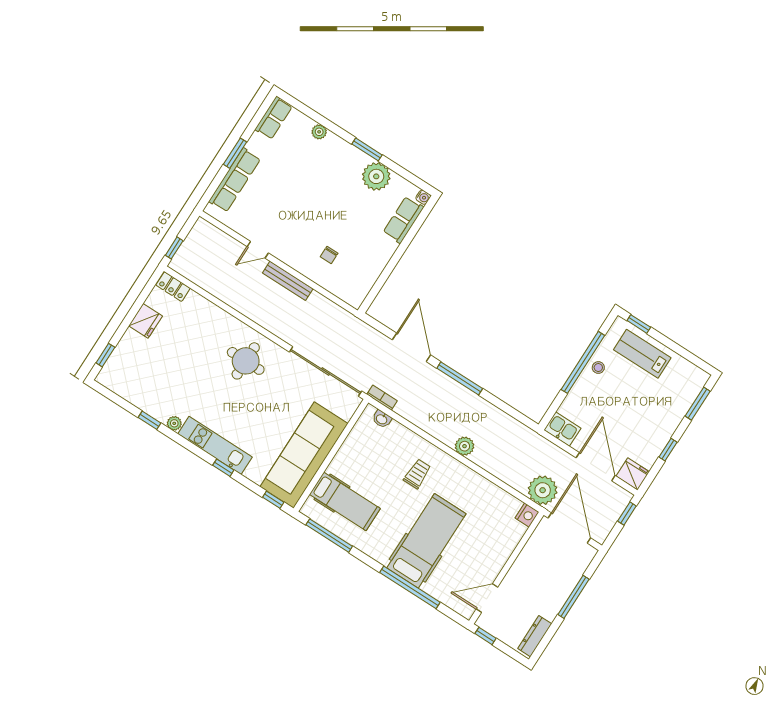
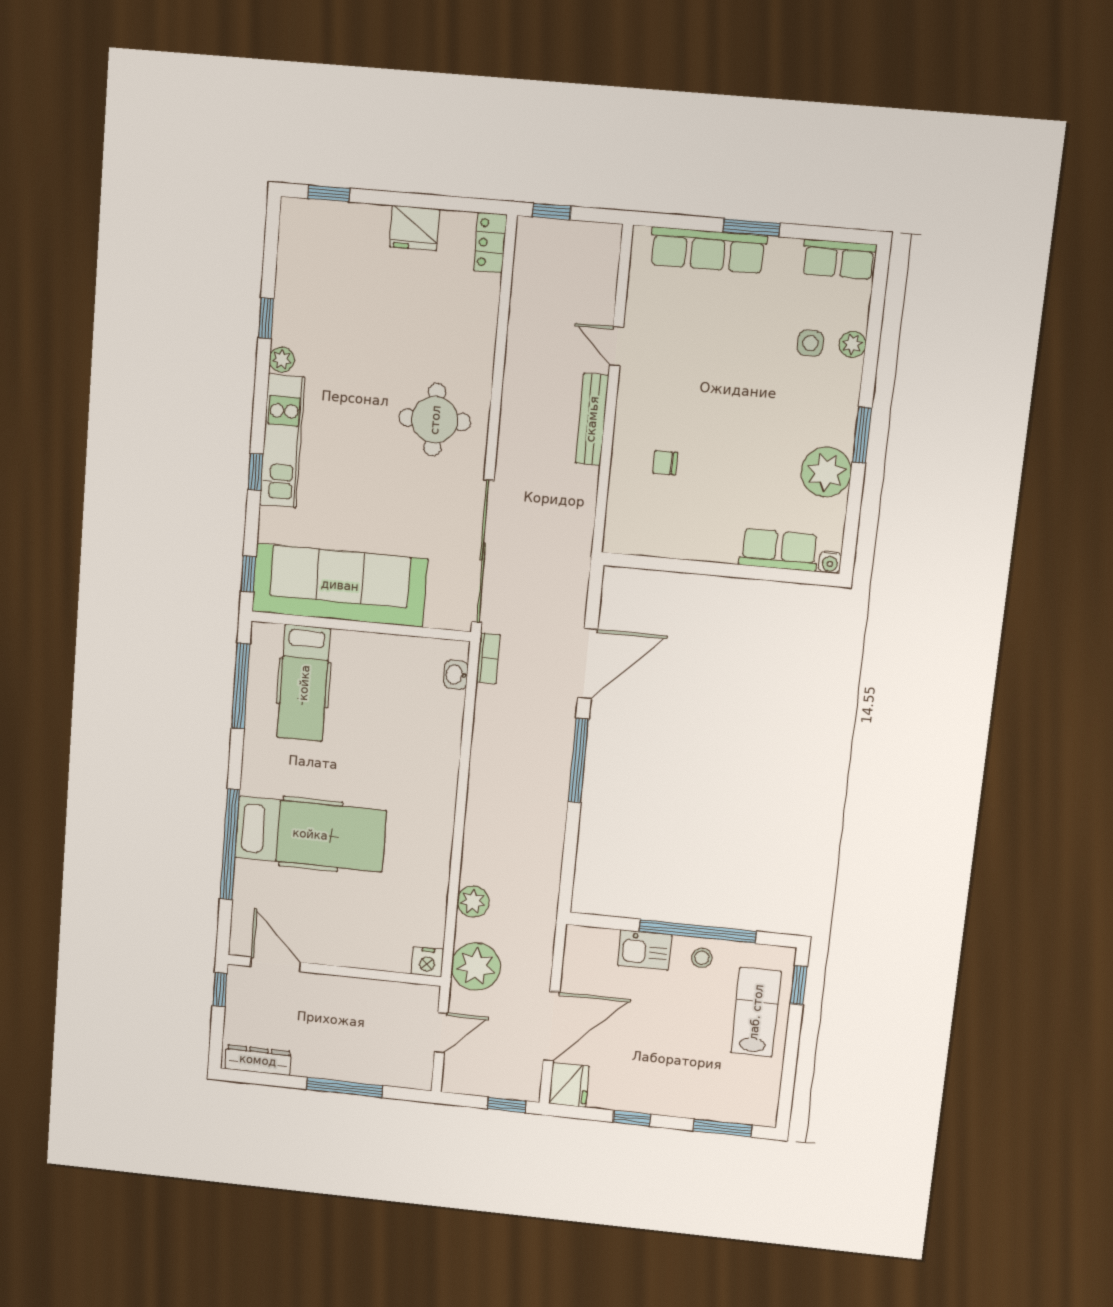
side table: (307, 152) -> (810, 343), added
kitchen sink: (562, 429) -> (644, 950), moved, turned 90
plant: (465, 446) -> (473, 901), moved
trolley: (417, 474) -> (402, 770), removed
door: (569, 528) -> (441, 1033), width x0.53

